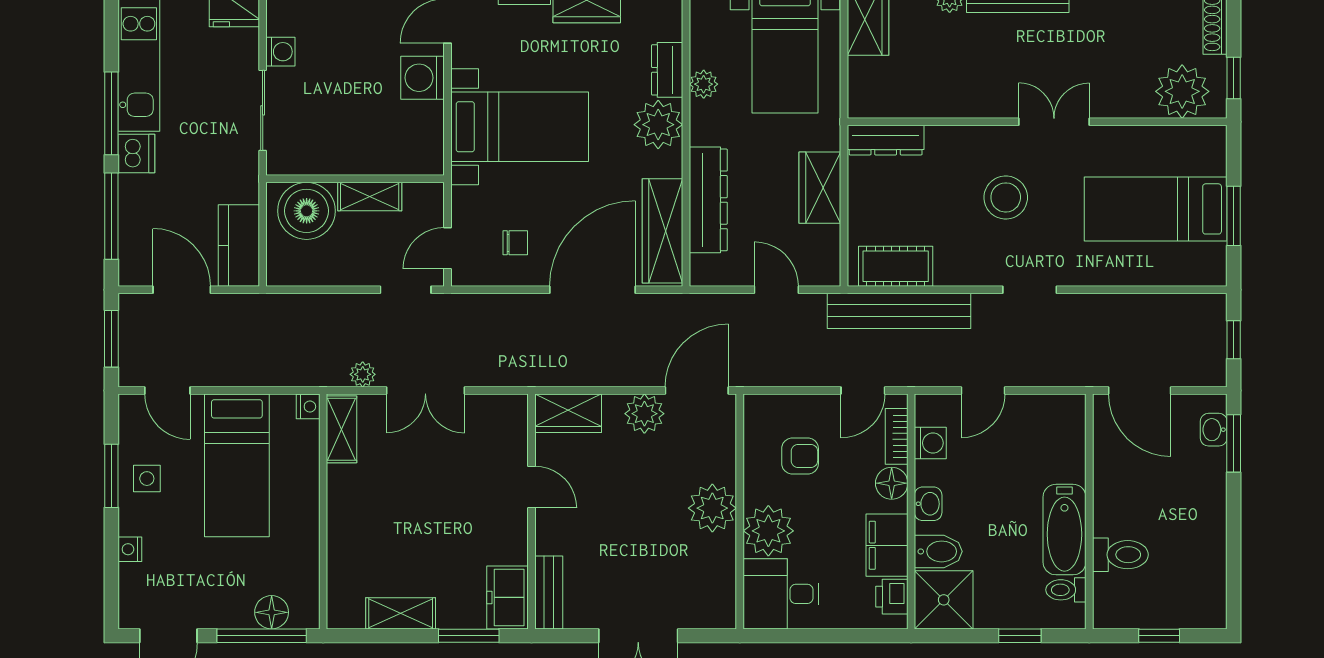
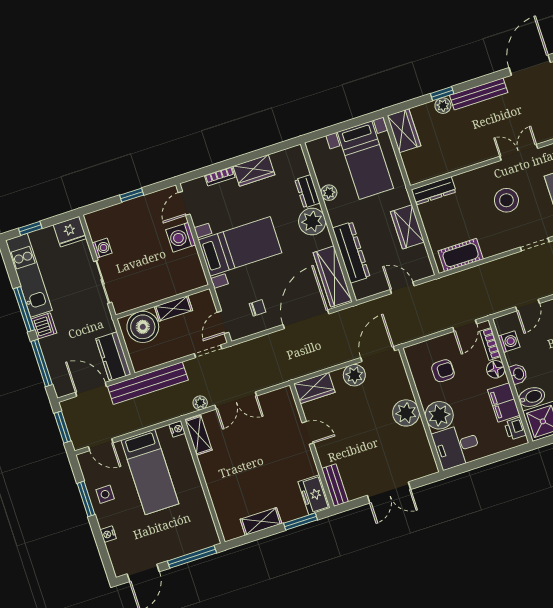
bench: (899, 311) -> (148, 383), moved
floor lamp: (272, 612) -> (193, 543), removed

